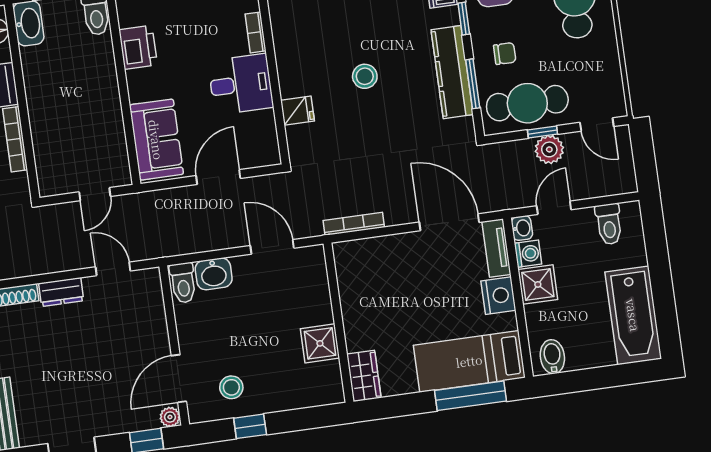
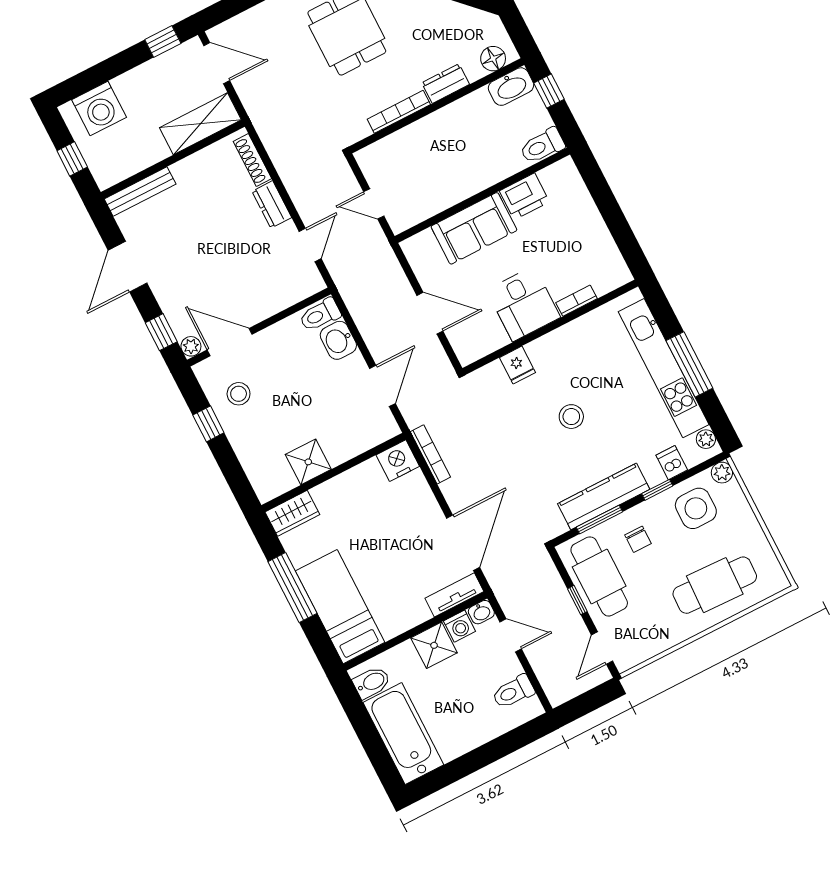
sofa: (156, 140) -> (474, 228), moved
plant: (549, 149) -> (563, 612), removed
nightstand: (498, 296) -> (398, 461), moved, turned 180
bathtub: (633, 315) -> (403, 734), moved, turned 90
window: (471, 396) -> (292, 587), moved

